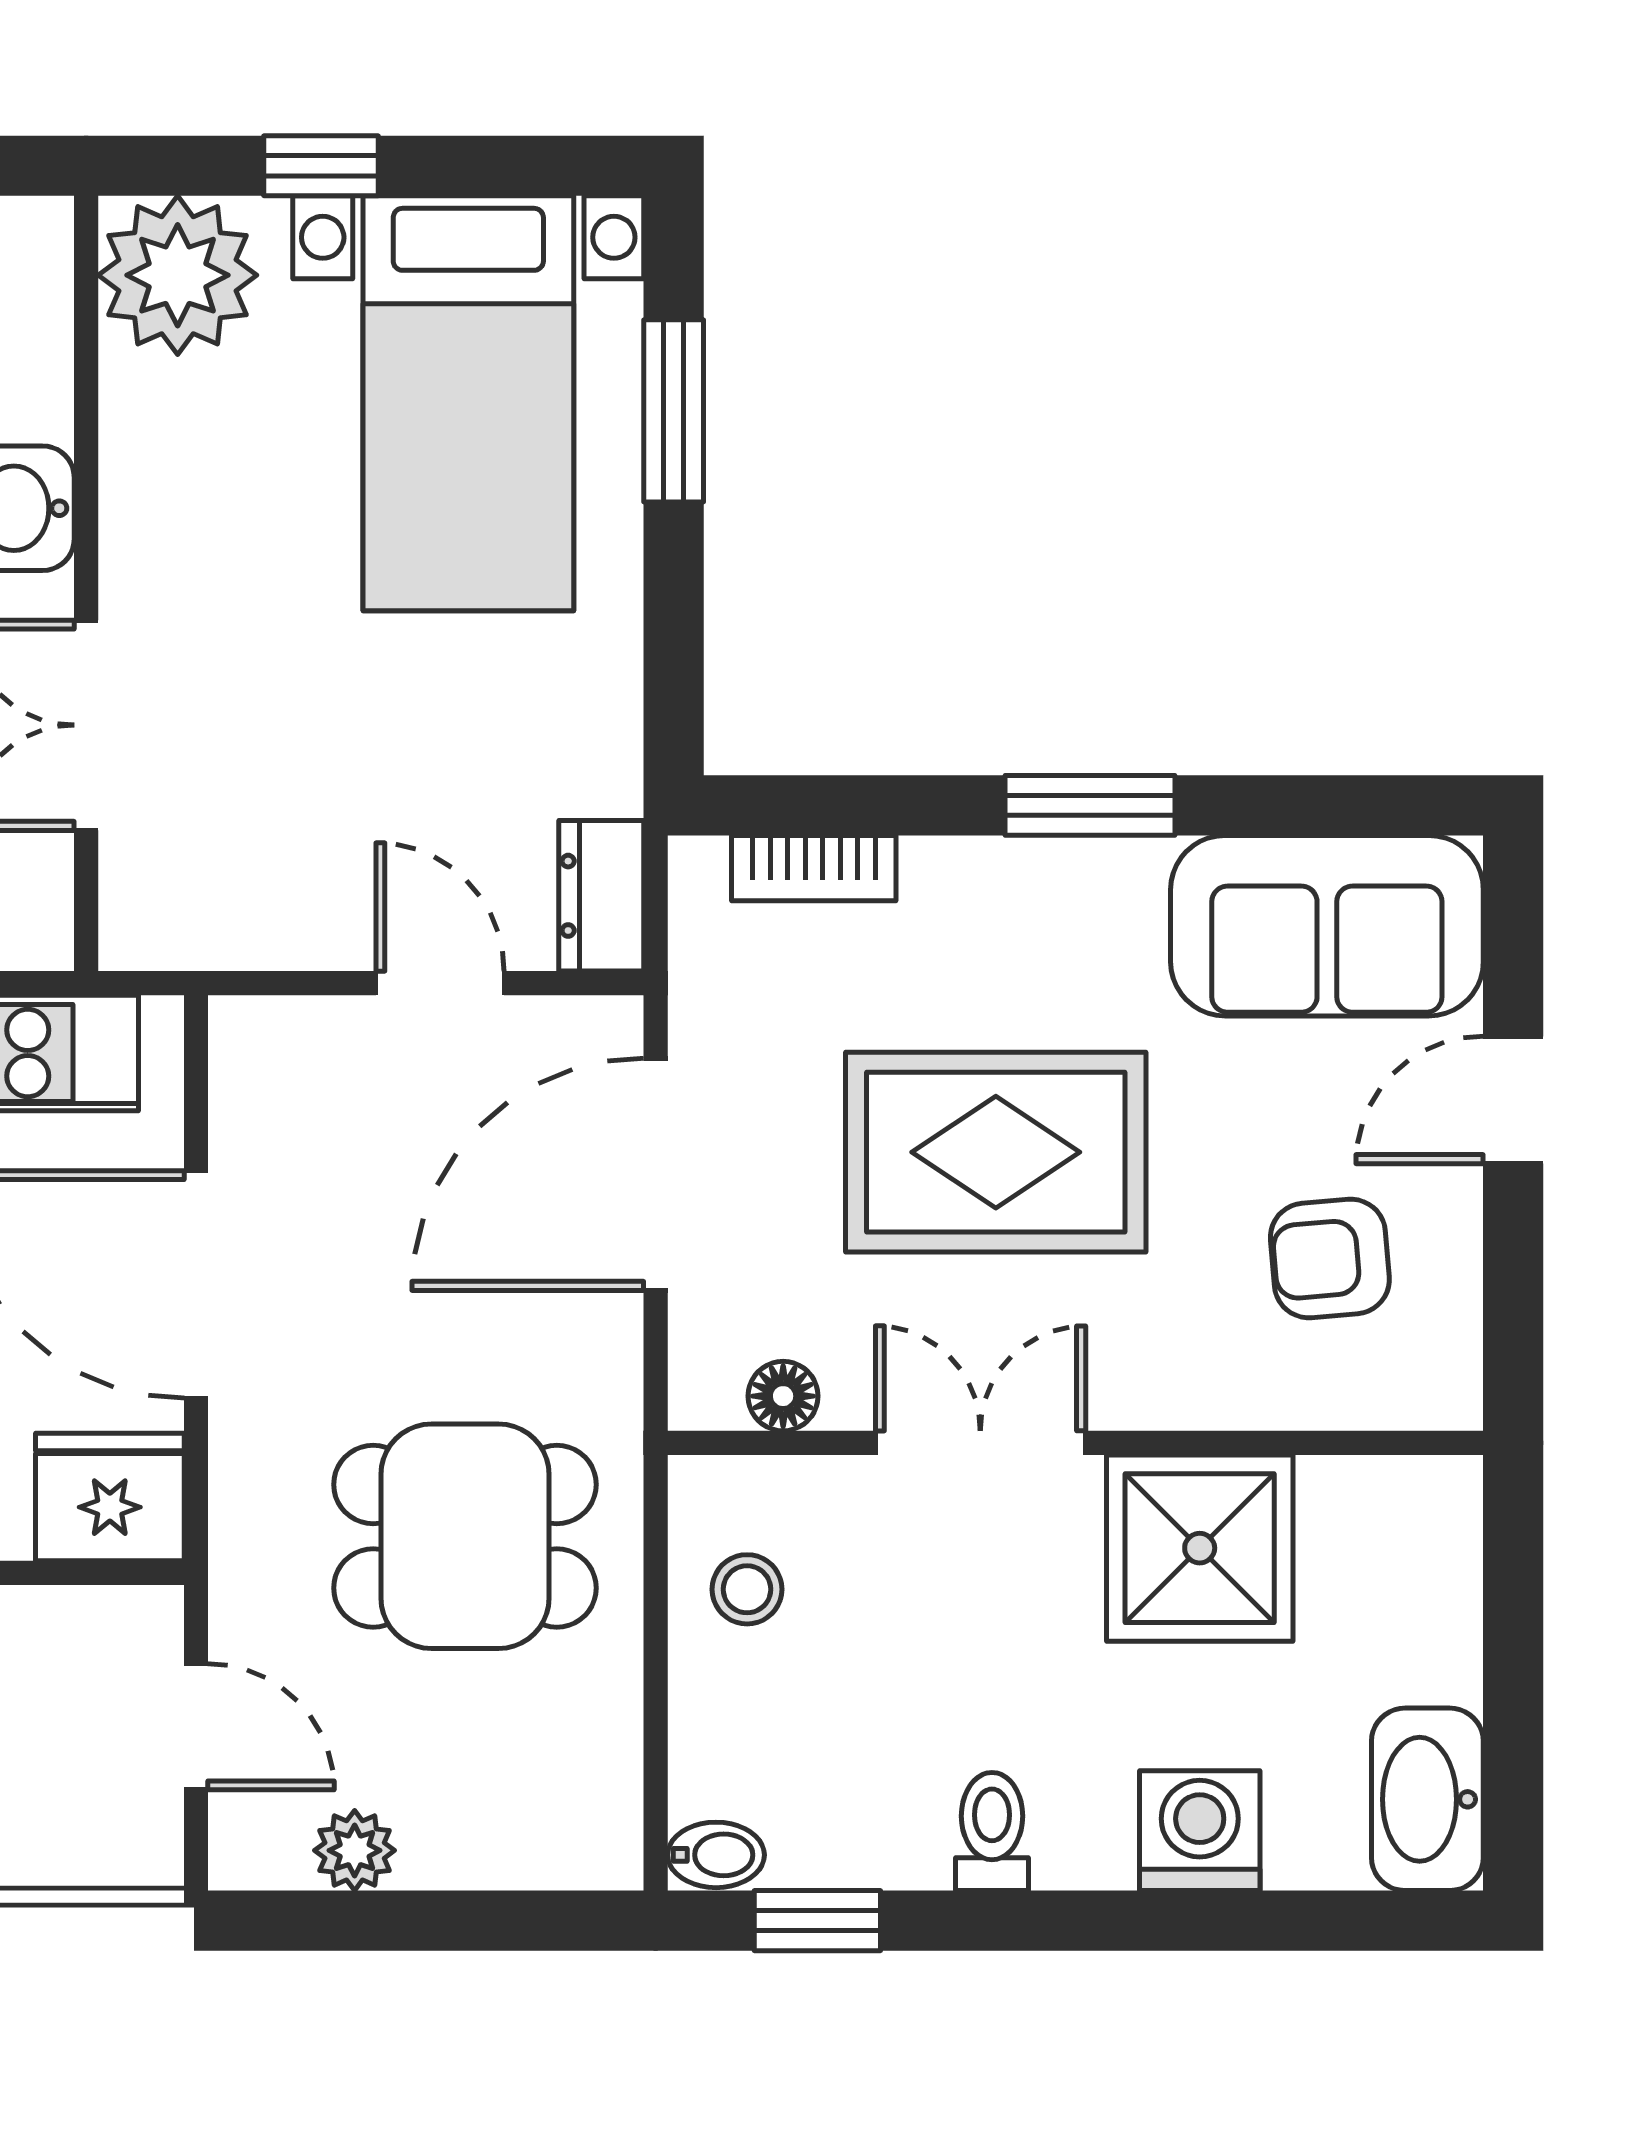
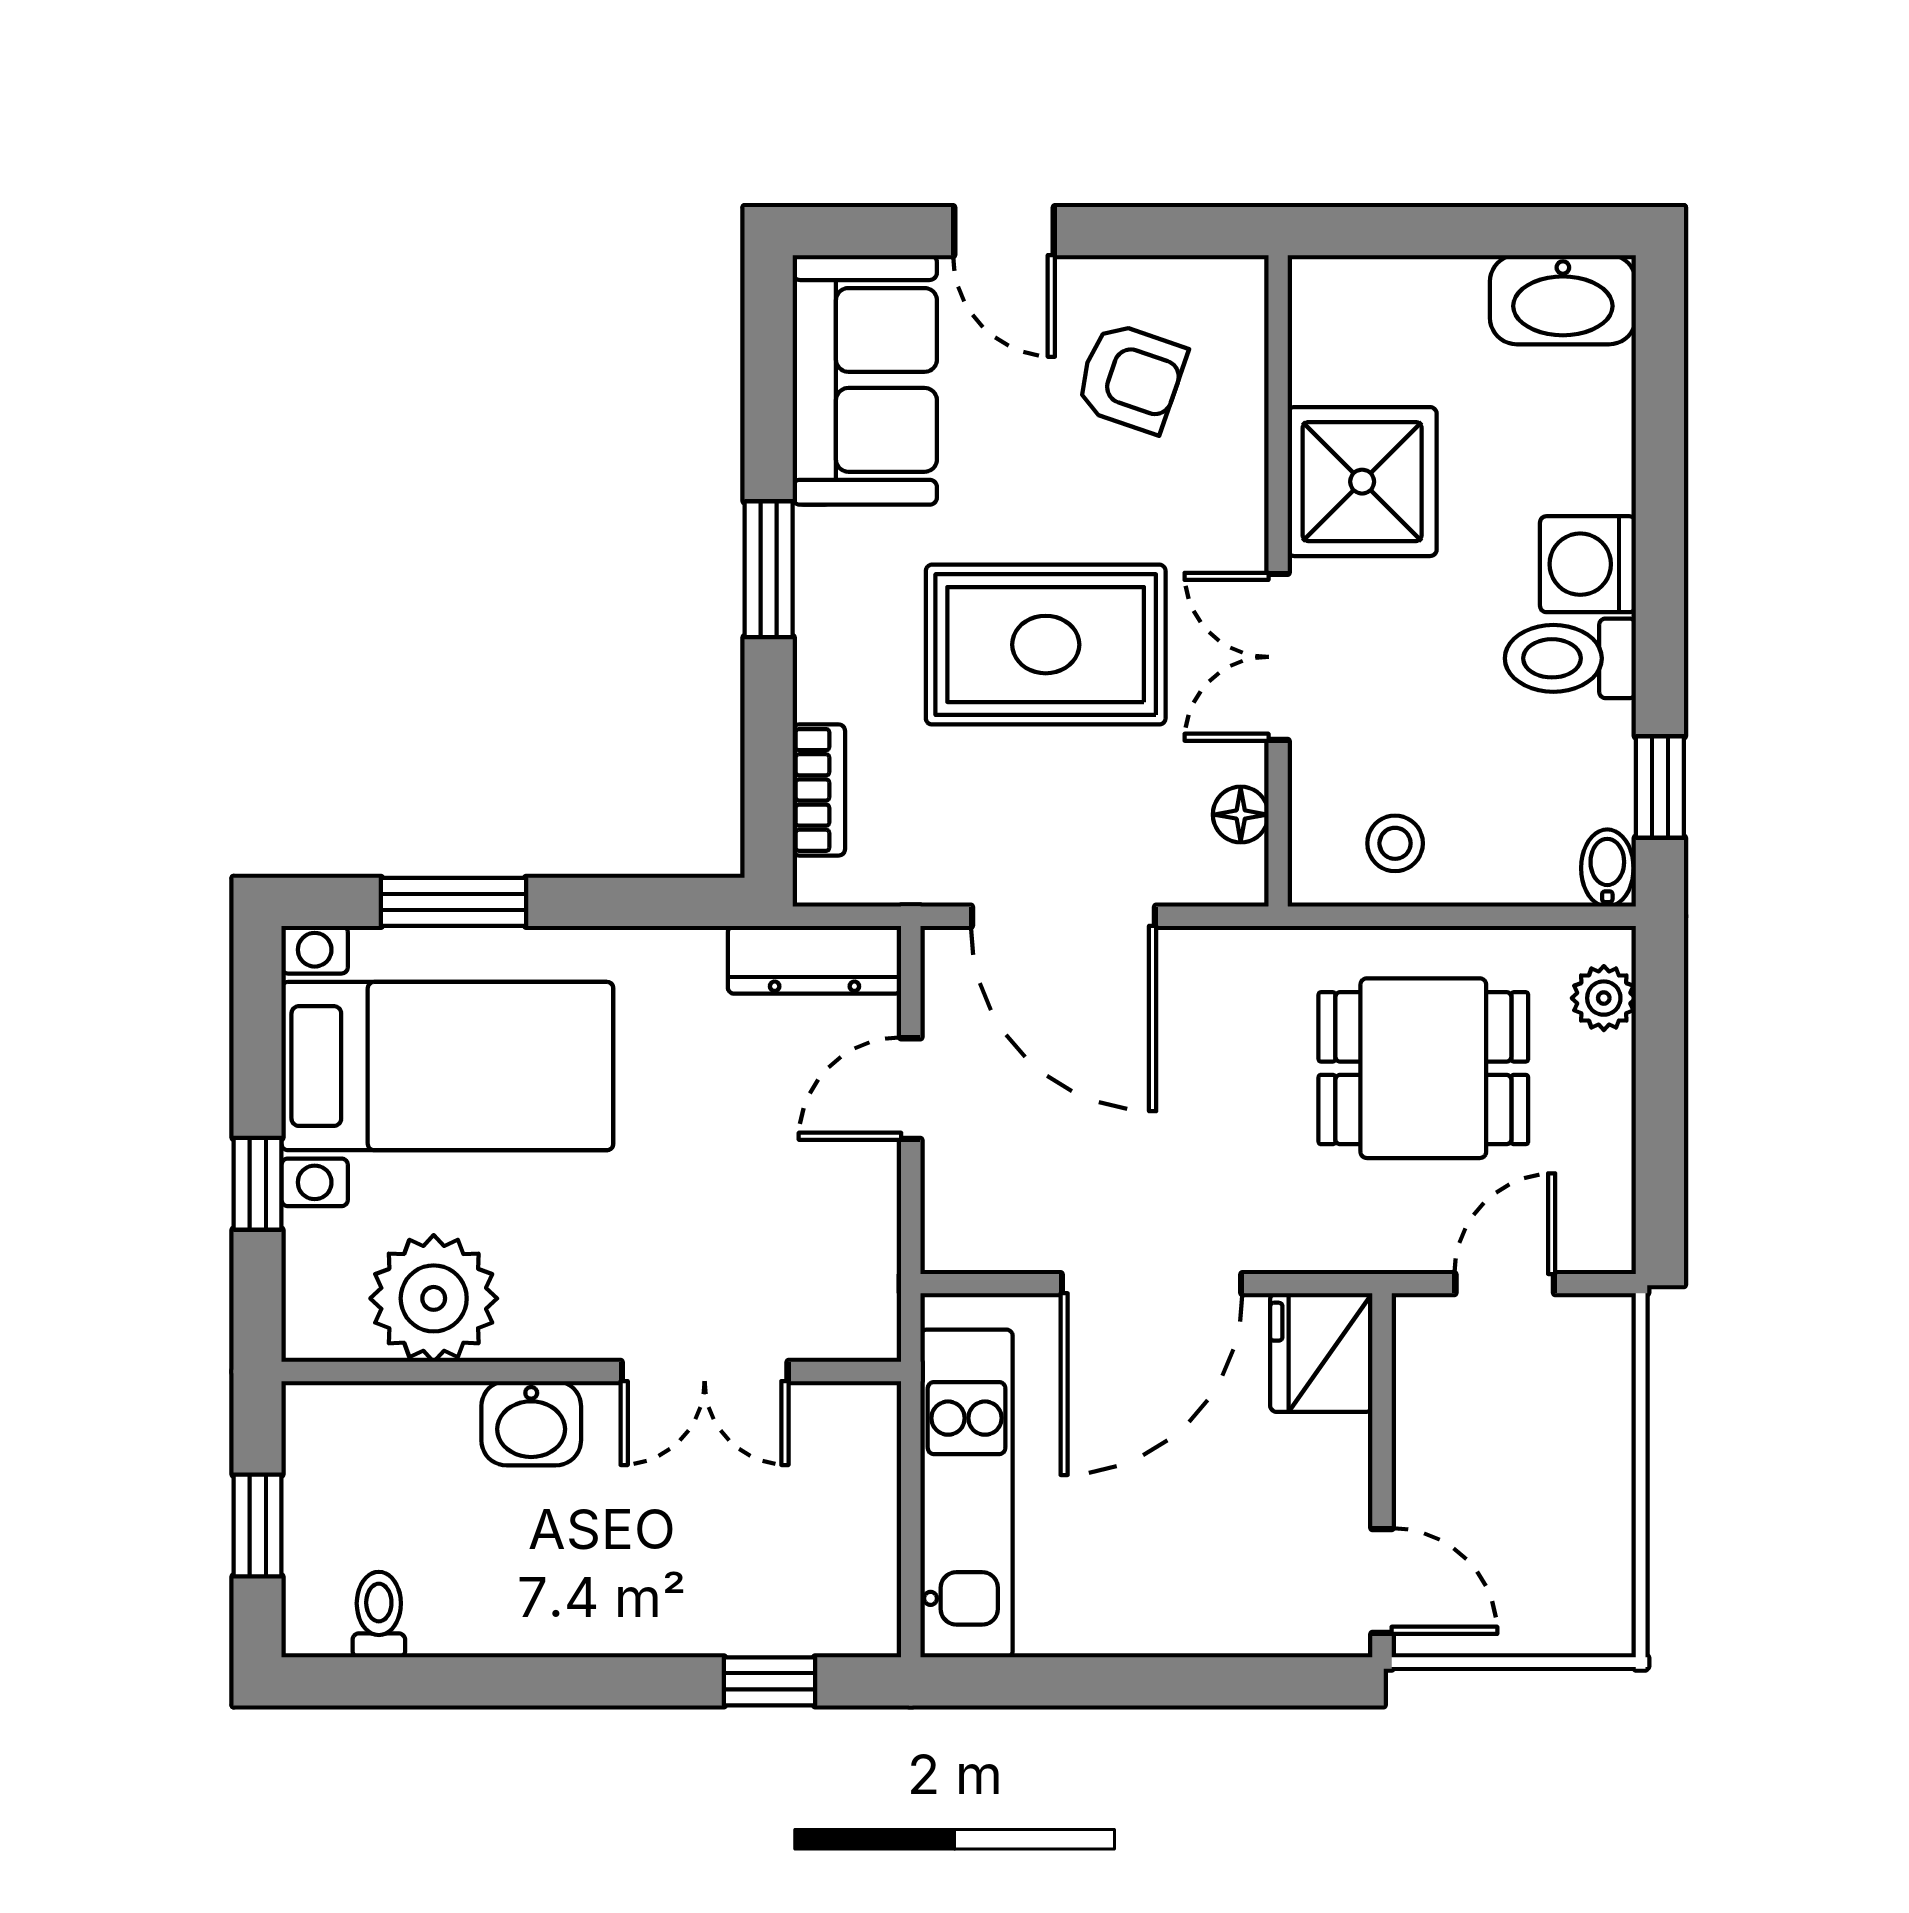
plant: (178, 275) -> (434, 1298), moved
dresser: (601, 896) -> (814, 960), width x1.44
rug: (996, 1152) -> (1046, 645), turned 90
armchair: (1330, 1259) -> (1131, 378), turned -66
dining table: (465, 1536) -> (1423, 1068), moved, turned 90
toilet: (992, 1831) -> (1570, 658), width x1.37, depth x1.39
washing machine: (1200, 1831) -> (1588, 564), moved
plant: (355, 1850) -> (1604, 998), moved

